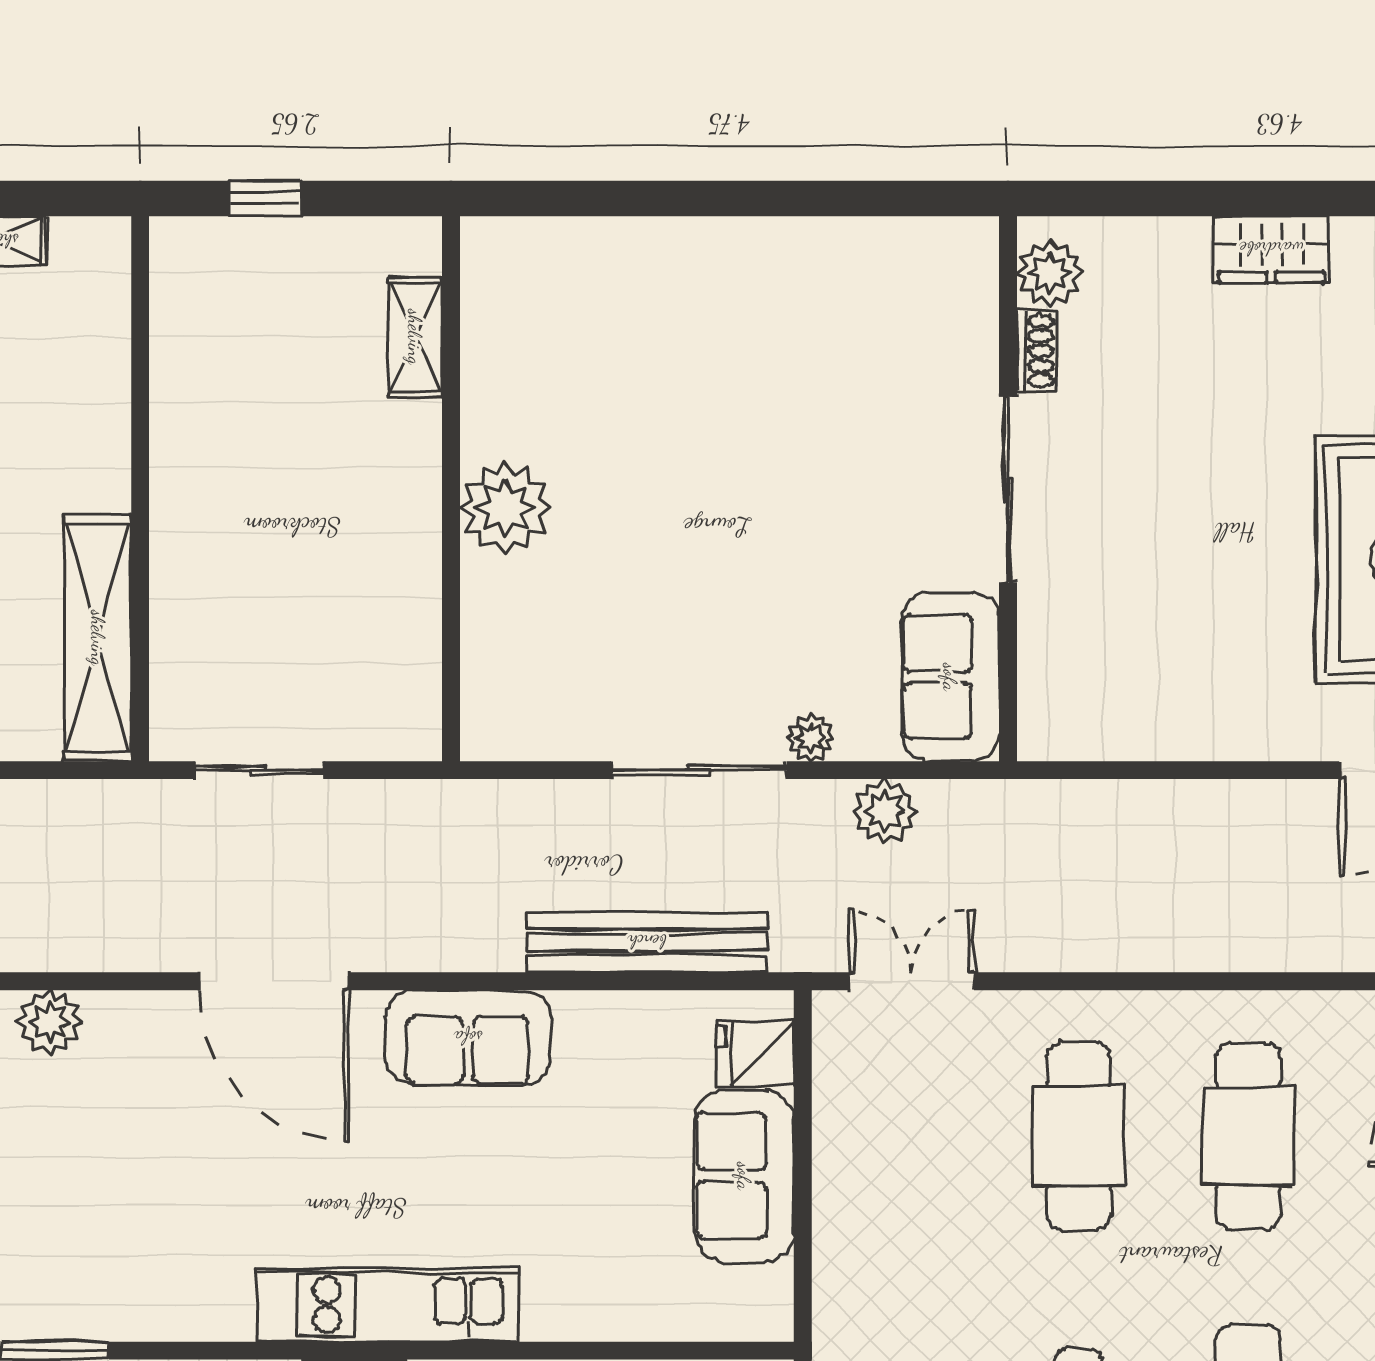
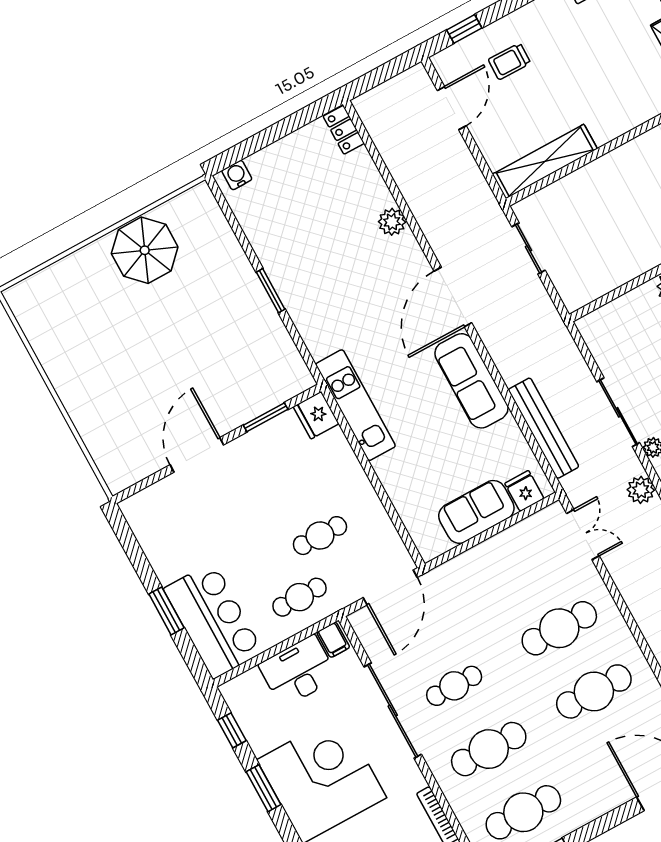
sofa: (468, 1038) -> (471, 381), width x1.36

